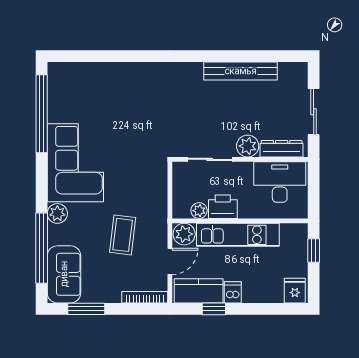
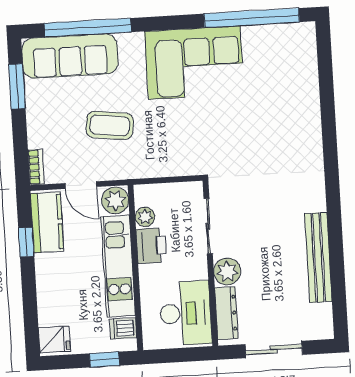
plant: (57, 213) -> (131, 44), removed
sofa: (64, 274) -> (70, 56), width x1.36
dishwasher: (233, 292) -> (123, 328), moved, turned 180
bookcase: (145, 297) -> (36, 167), width x0.64

